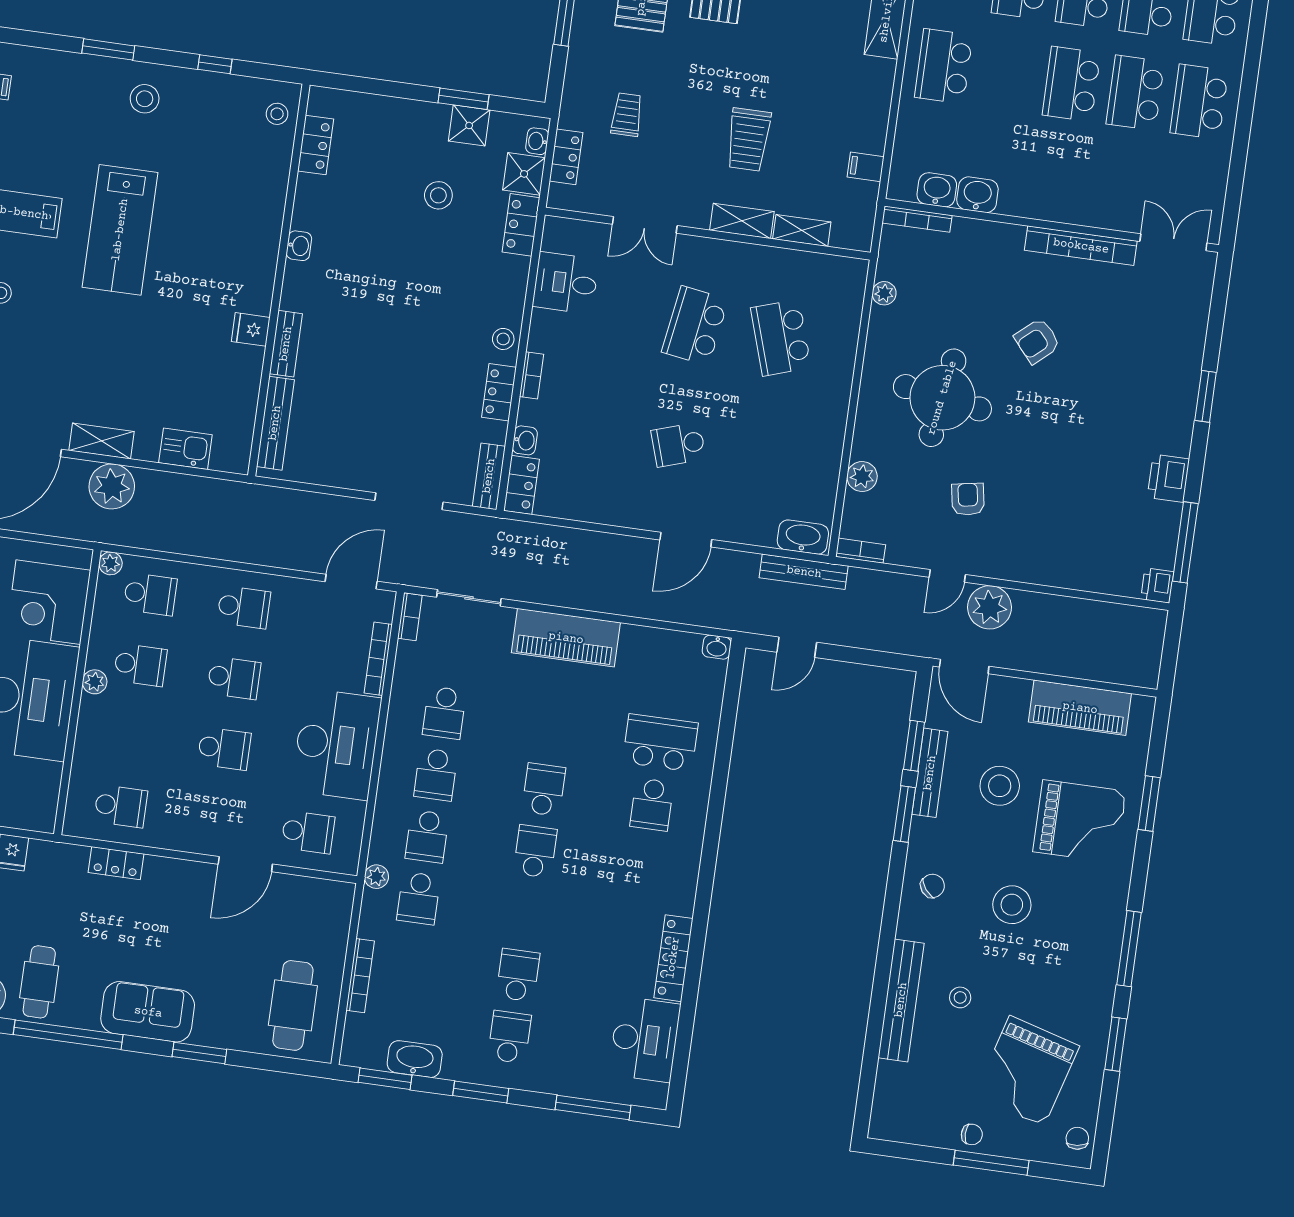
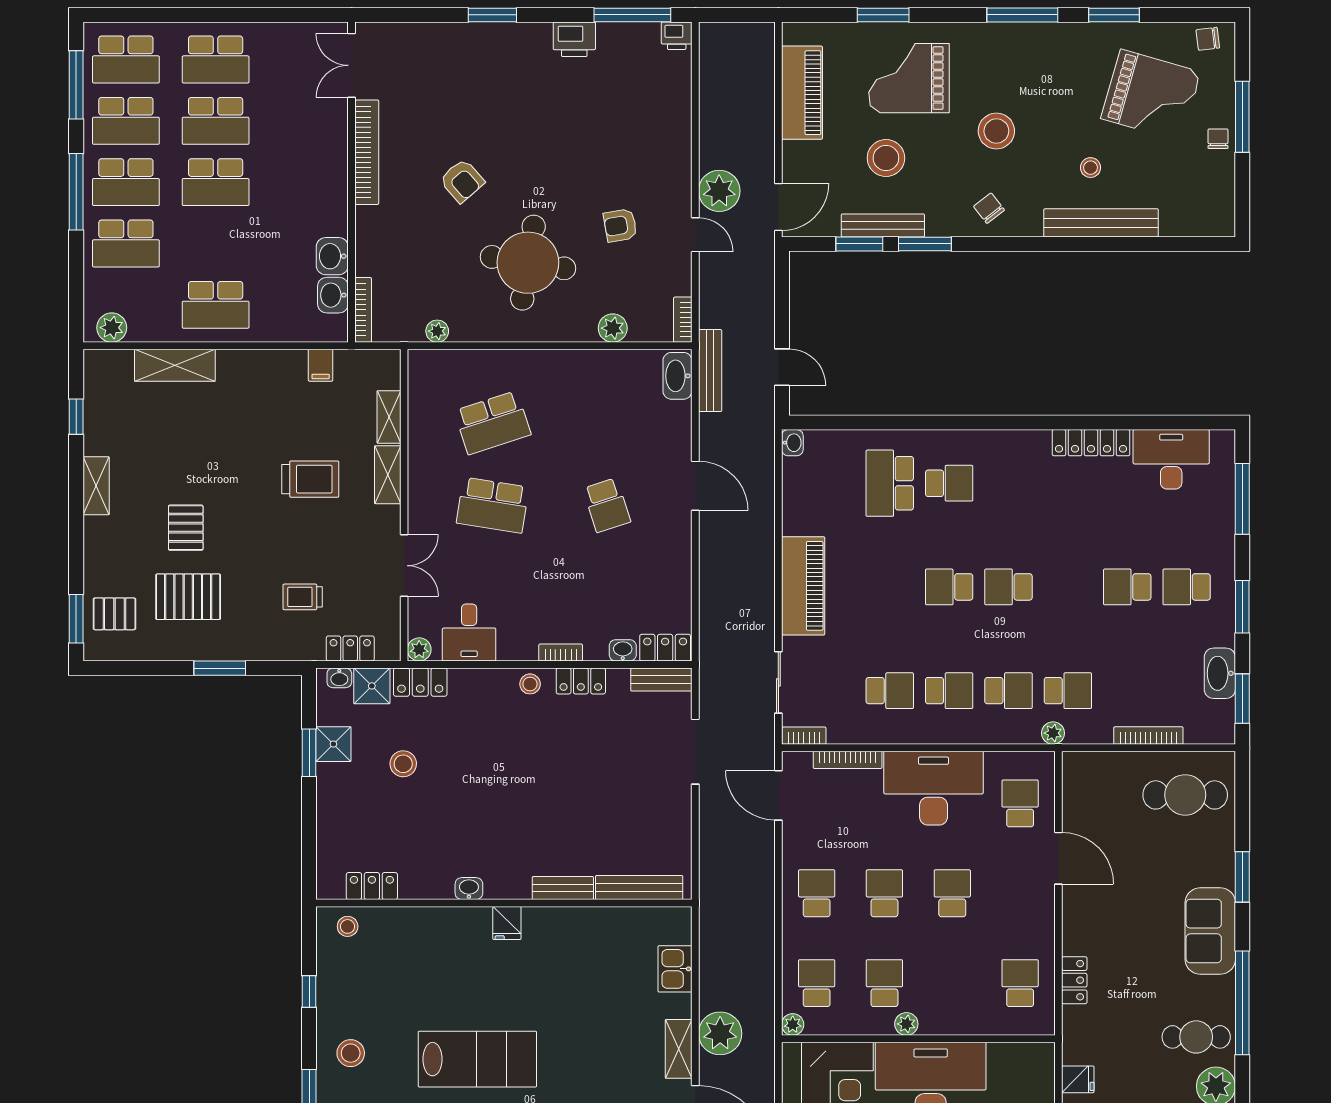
plant: (555, 228) -> (419, 649), added
fridge: (251, 329) -> (507, 923), moved
grand piano: (1080, 821) -> (909, 78), turned -90

